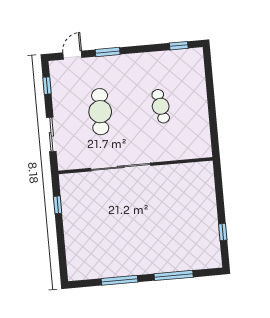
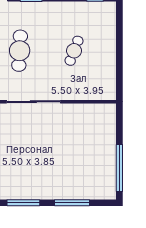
cafe table: (161, 106) -> (74, 51), turned 30
window: (223, 232) -> (119, 168), width x3.17

